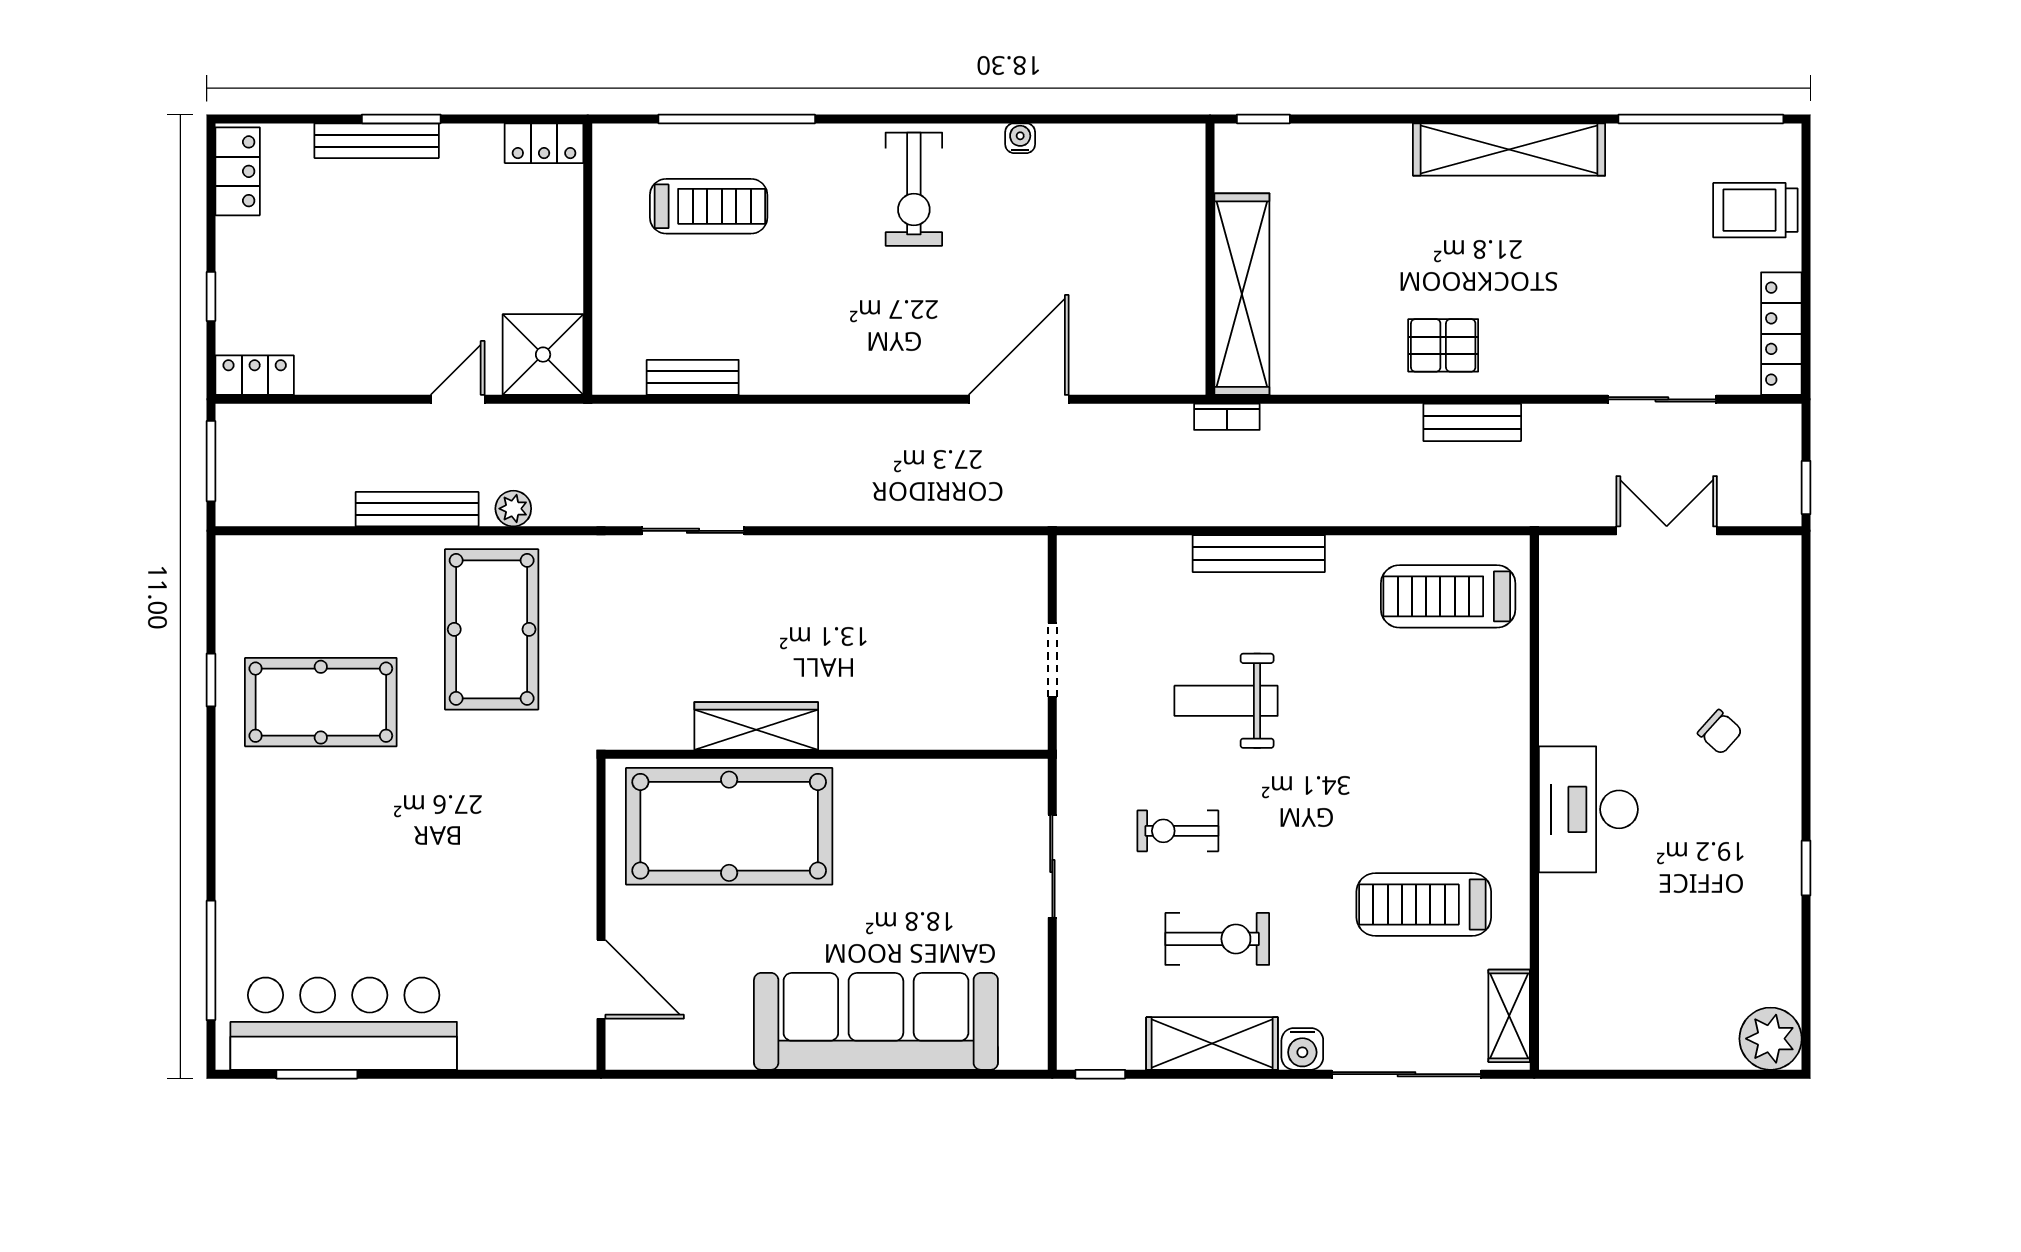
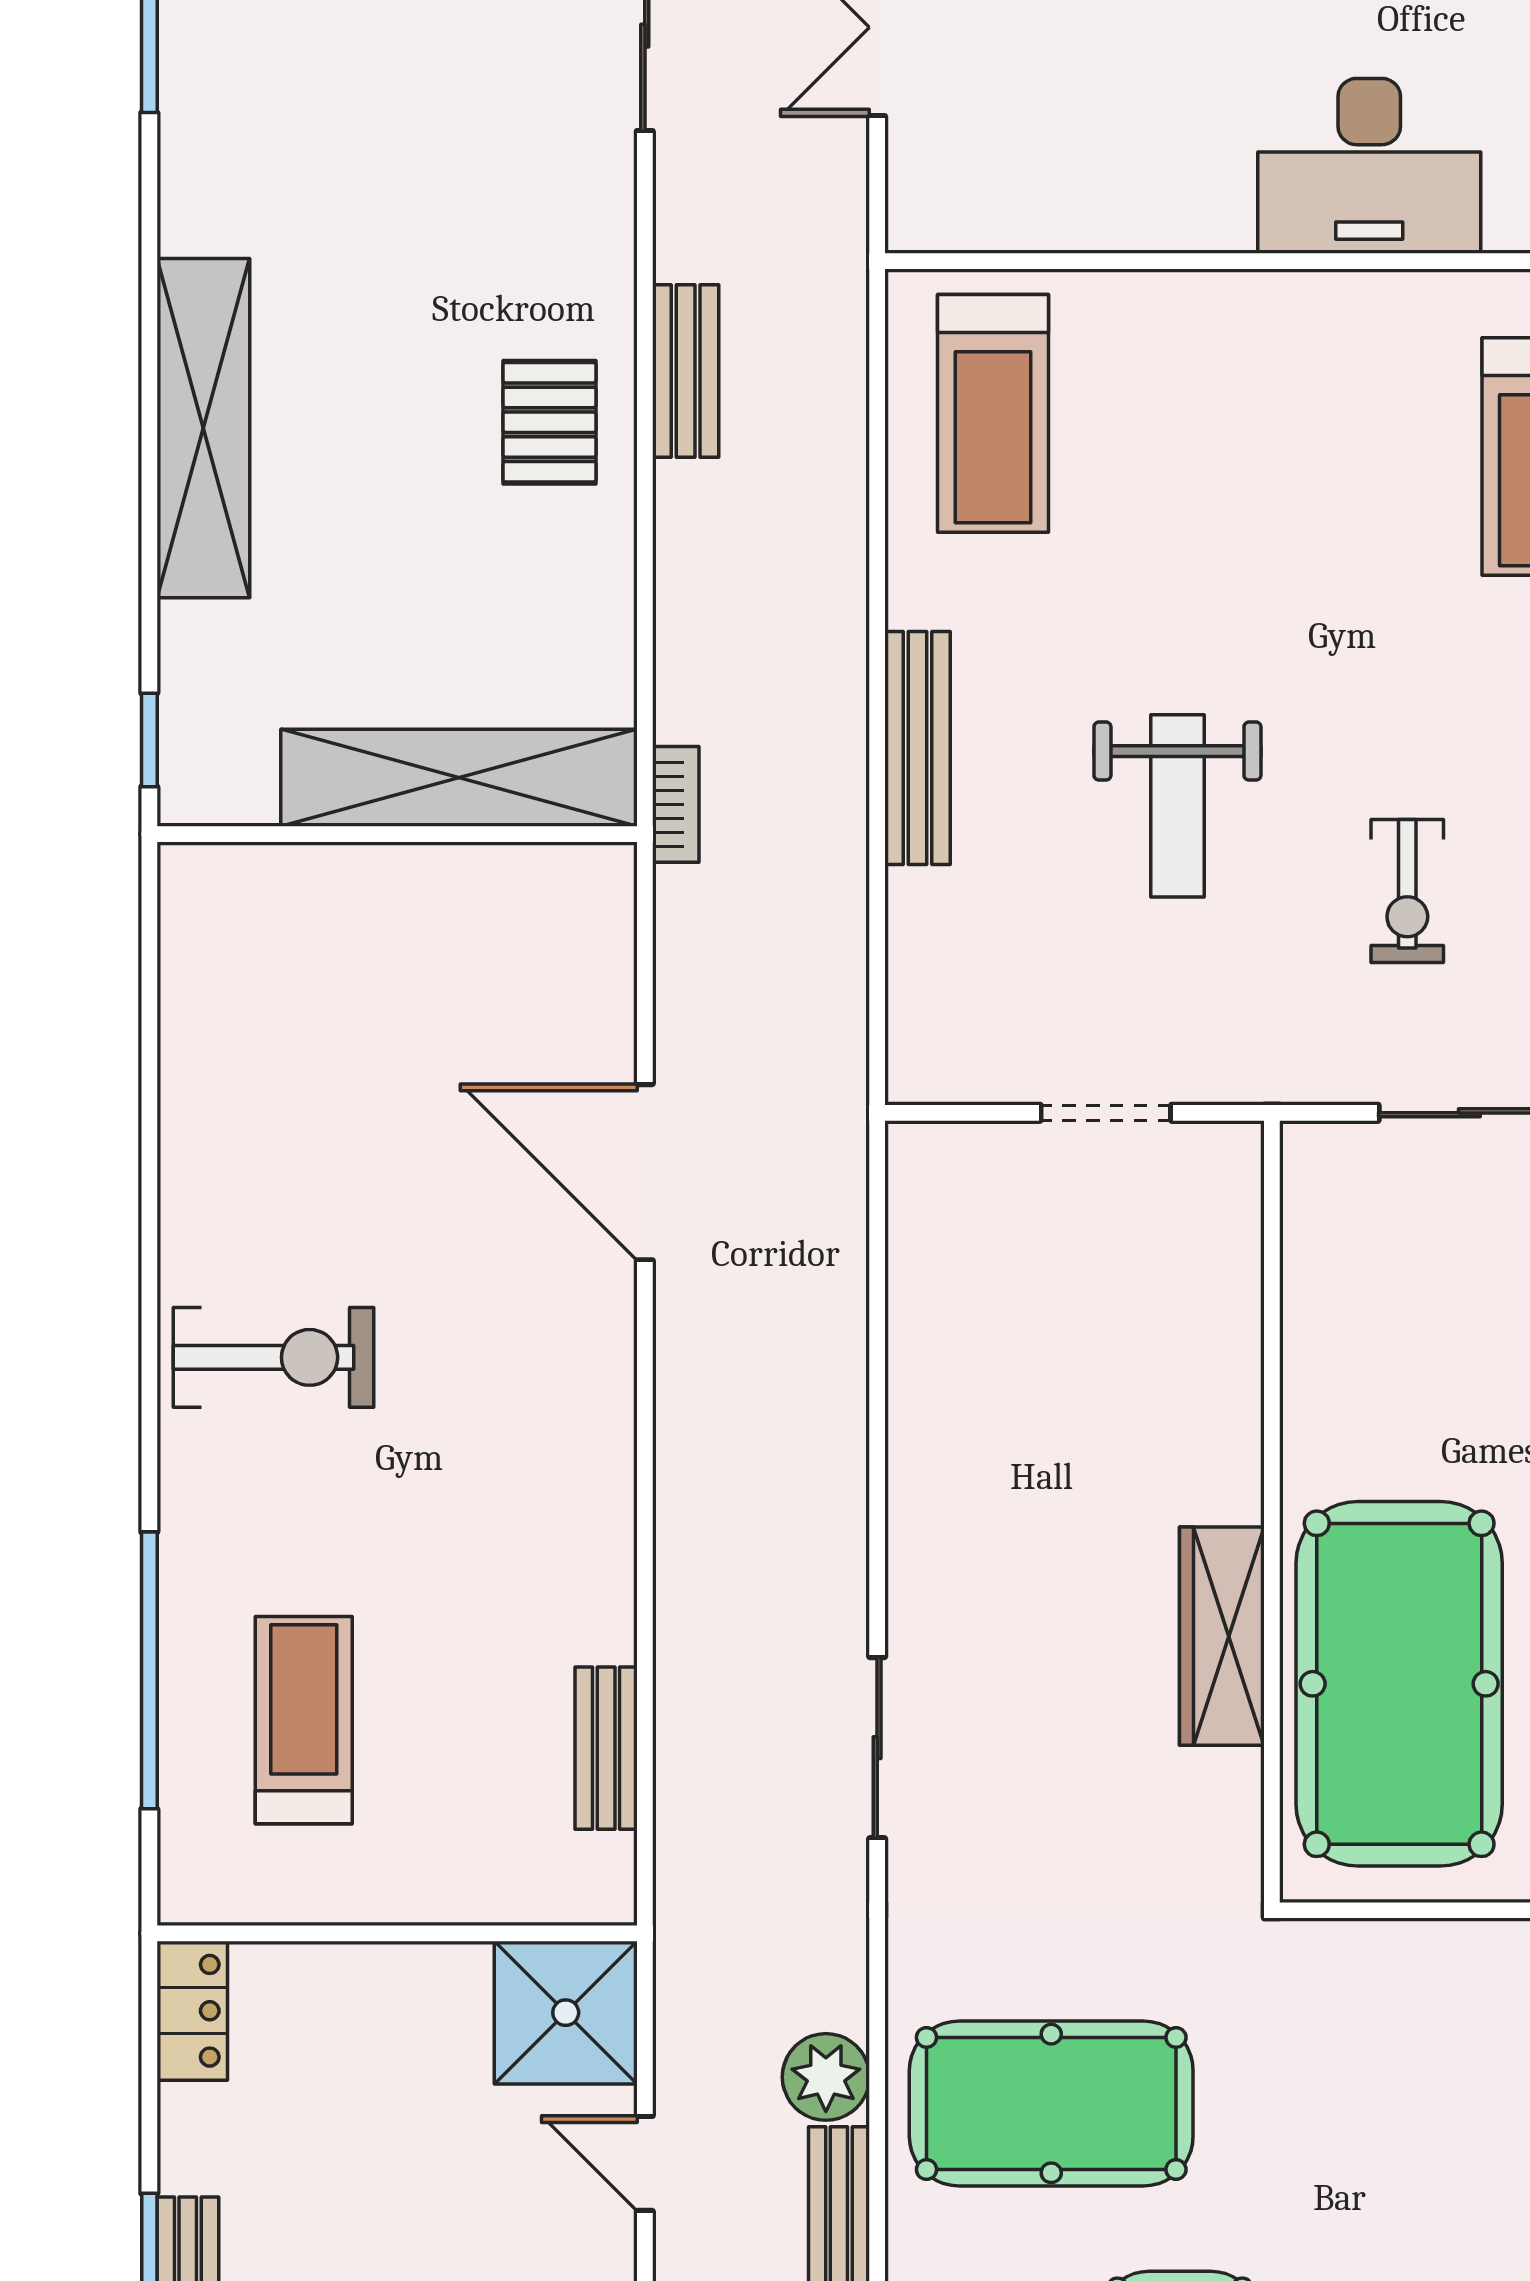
water cooler: (1020, 138) -> (183, 1170), removed
shelving: (1509, 149) -> (203, 428), moved
plant: (513, 509) -> (826, 2077), width x1.38, depth x1.38

